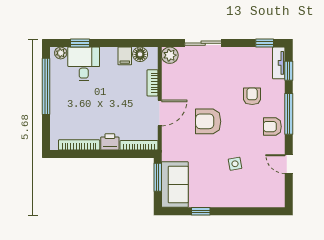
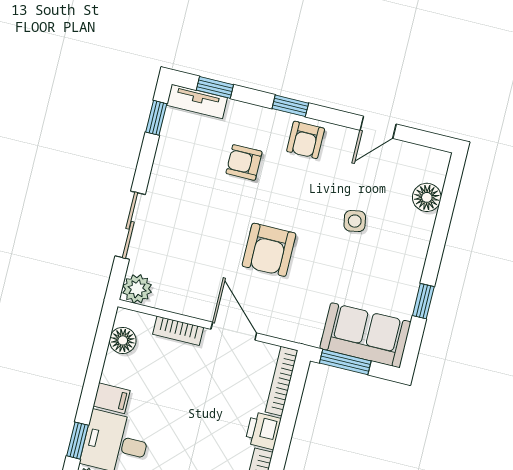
filing cabinet: (125, 56) -> (112, 398), moved
window: (289, 114) -> (290, 106), width x0.46
floor lamp: (257, 200) -> (427, 197), added

